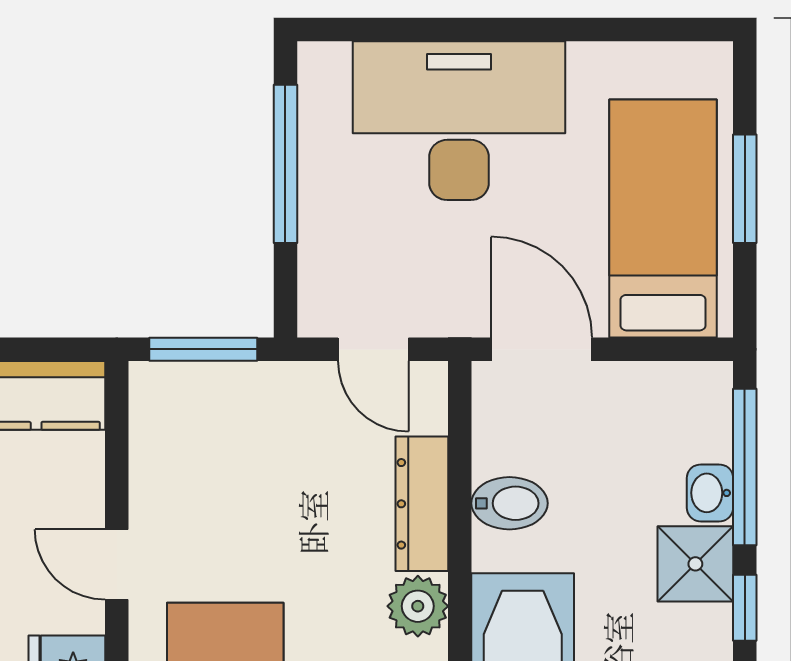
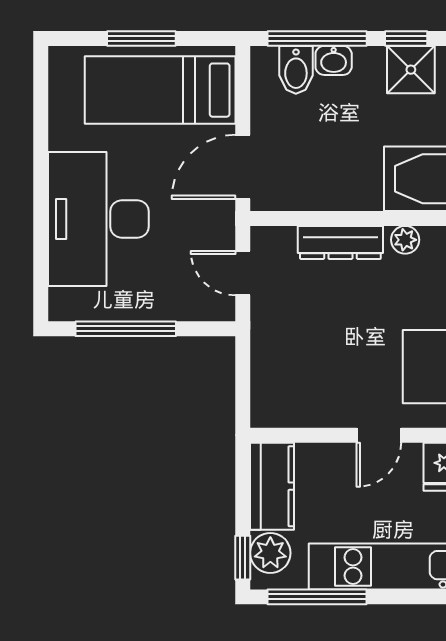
window: (203, 349) -> (243, 381), removed
door: (373, 349) -> (243, 273), swing flipped
bidet: (509, 503) -> (296, 70), moved, turned 180
shower: (695, 564) -> (411, 70), moved
plant: (418, 606) -> (405, 240), width x0.73, depth x0.73

